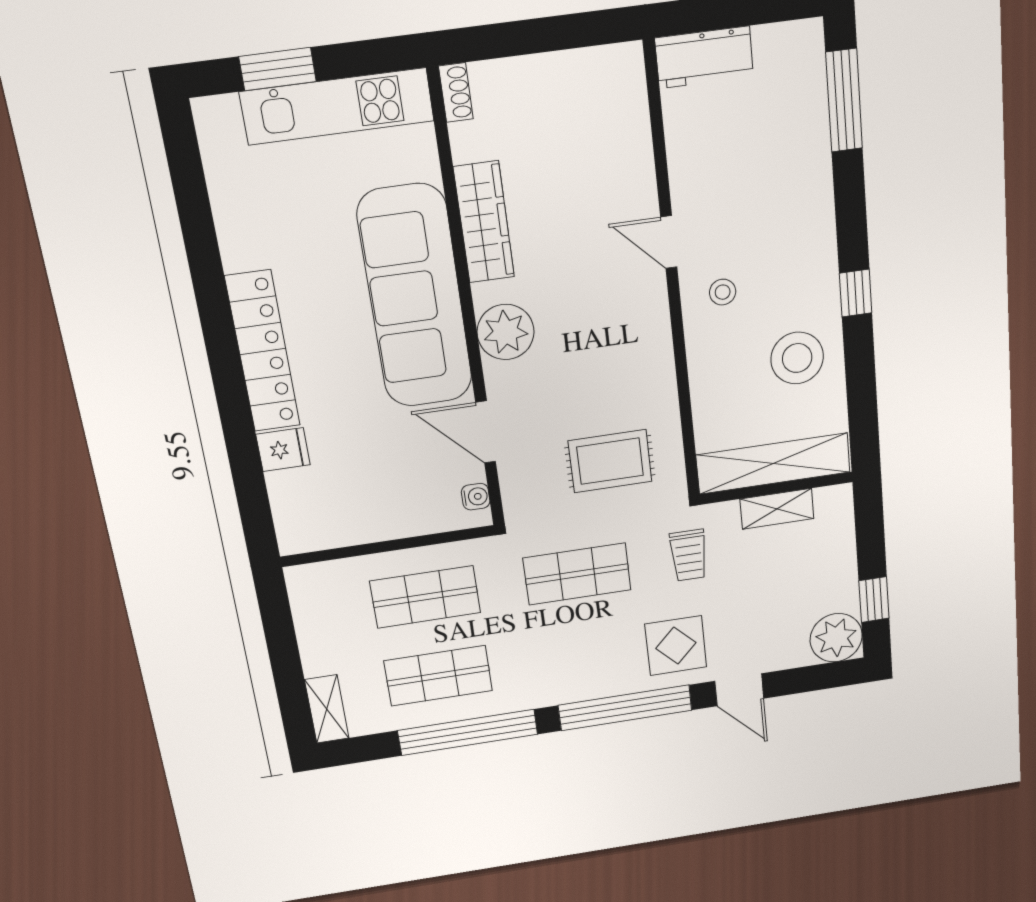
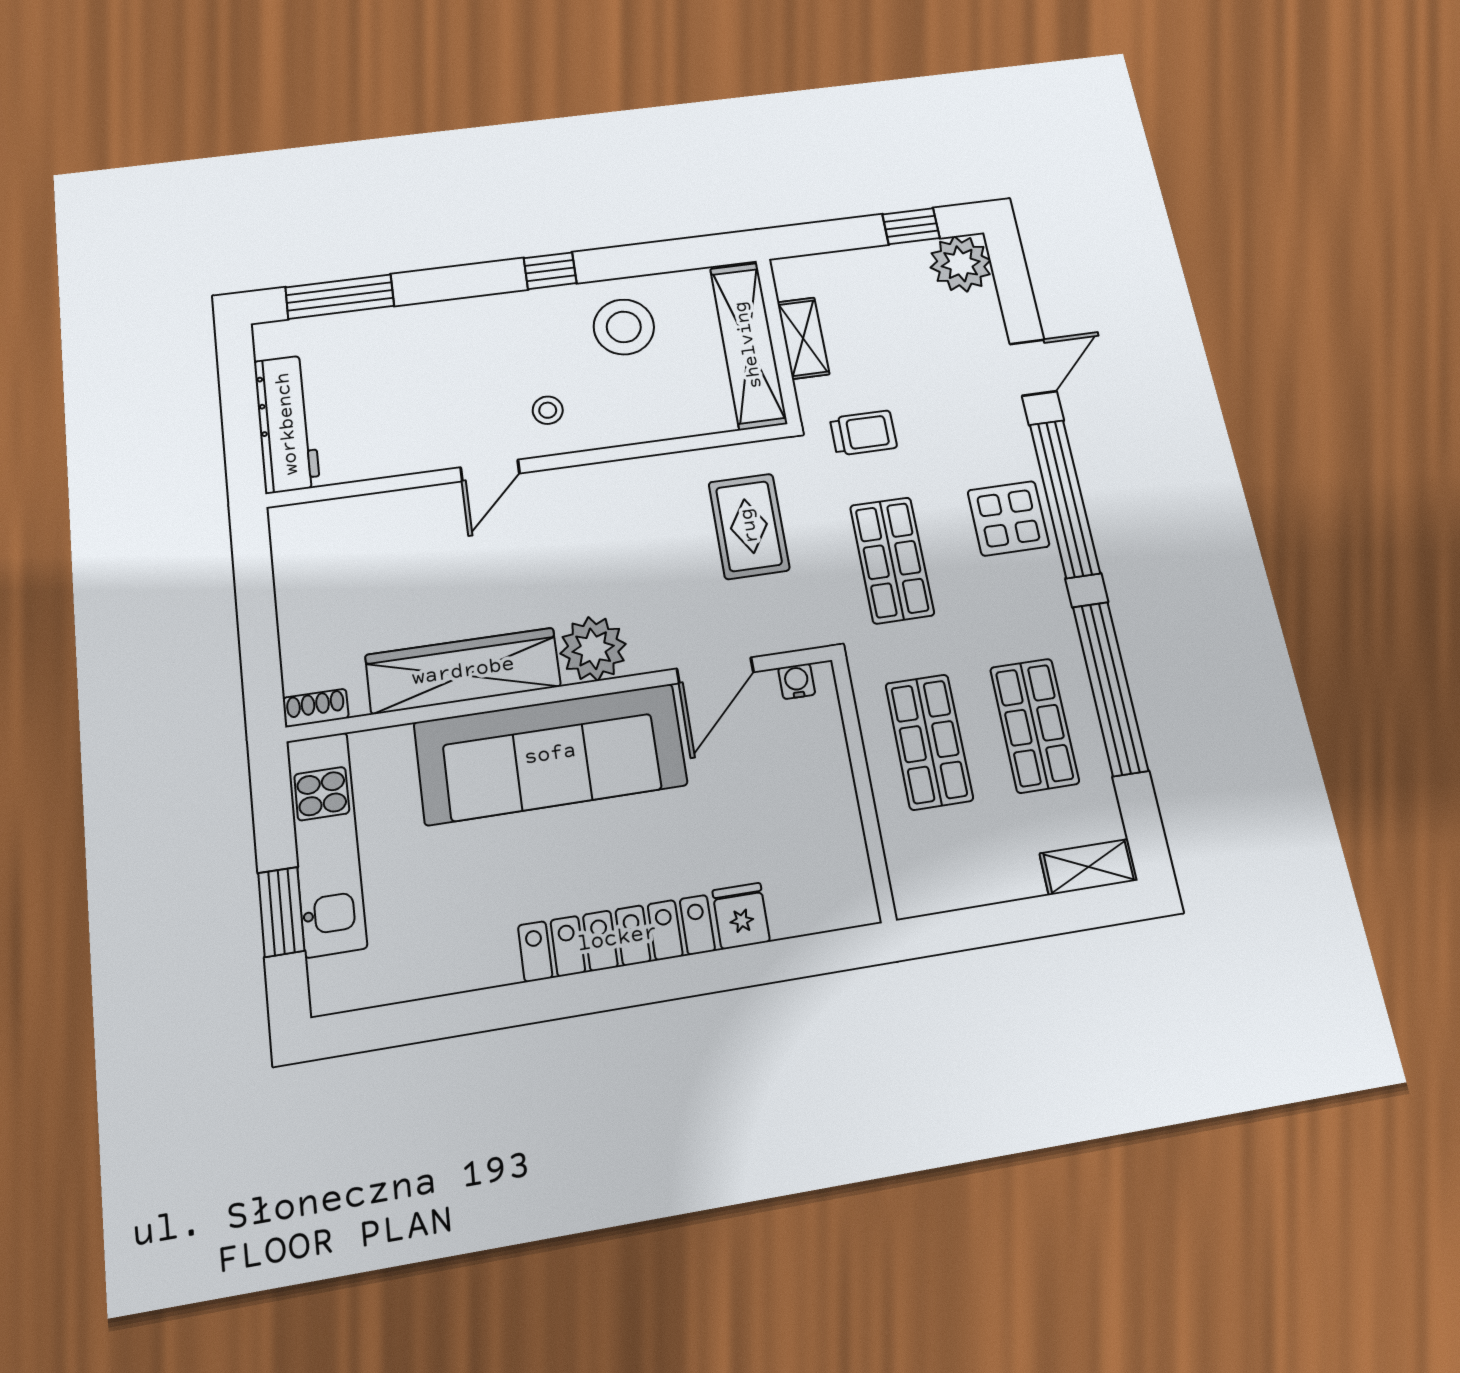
workbench: (704, 57) -> (287, 424), width x1.37
wardrobe: (484, 222) -> (463, 671), width x1.40, depth x1.17
display table: (676, 646) -> (1008, 518), moved

